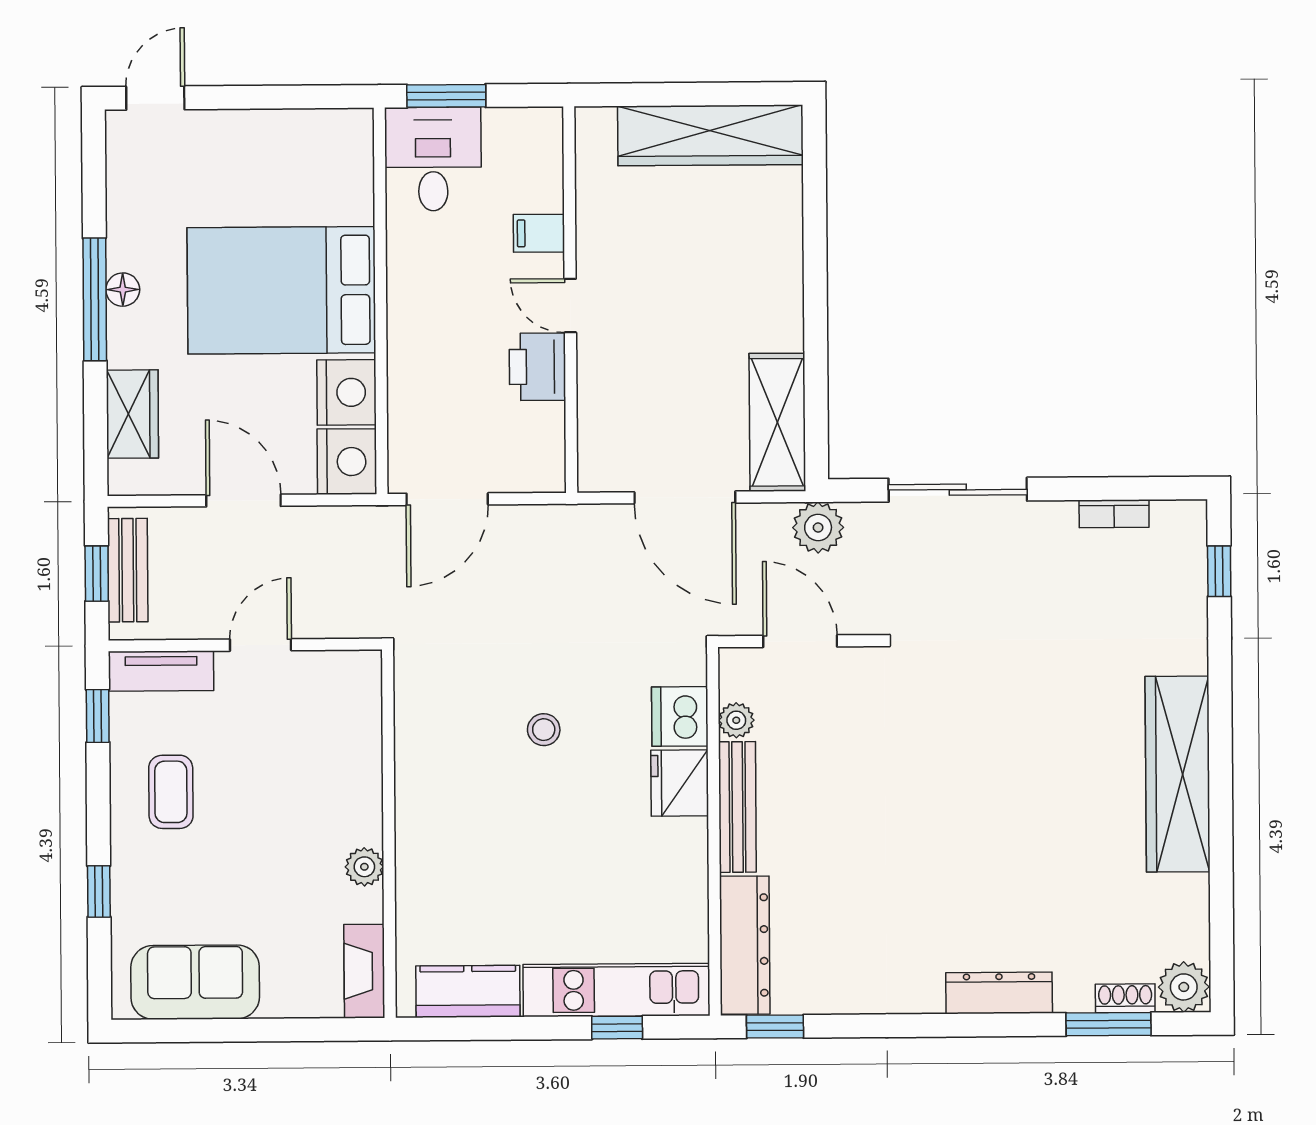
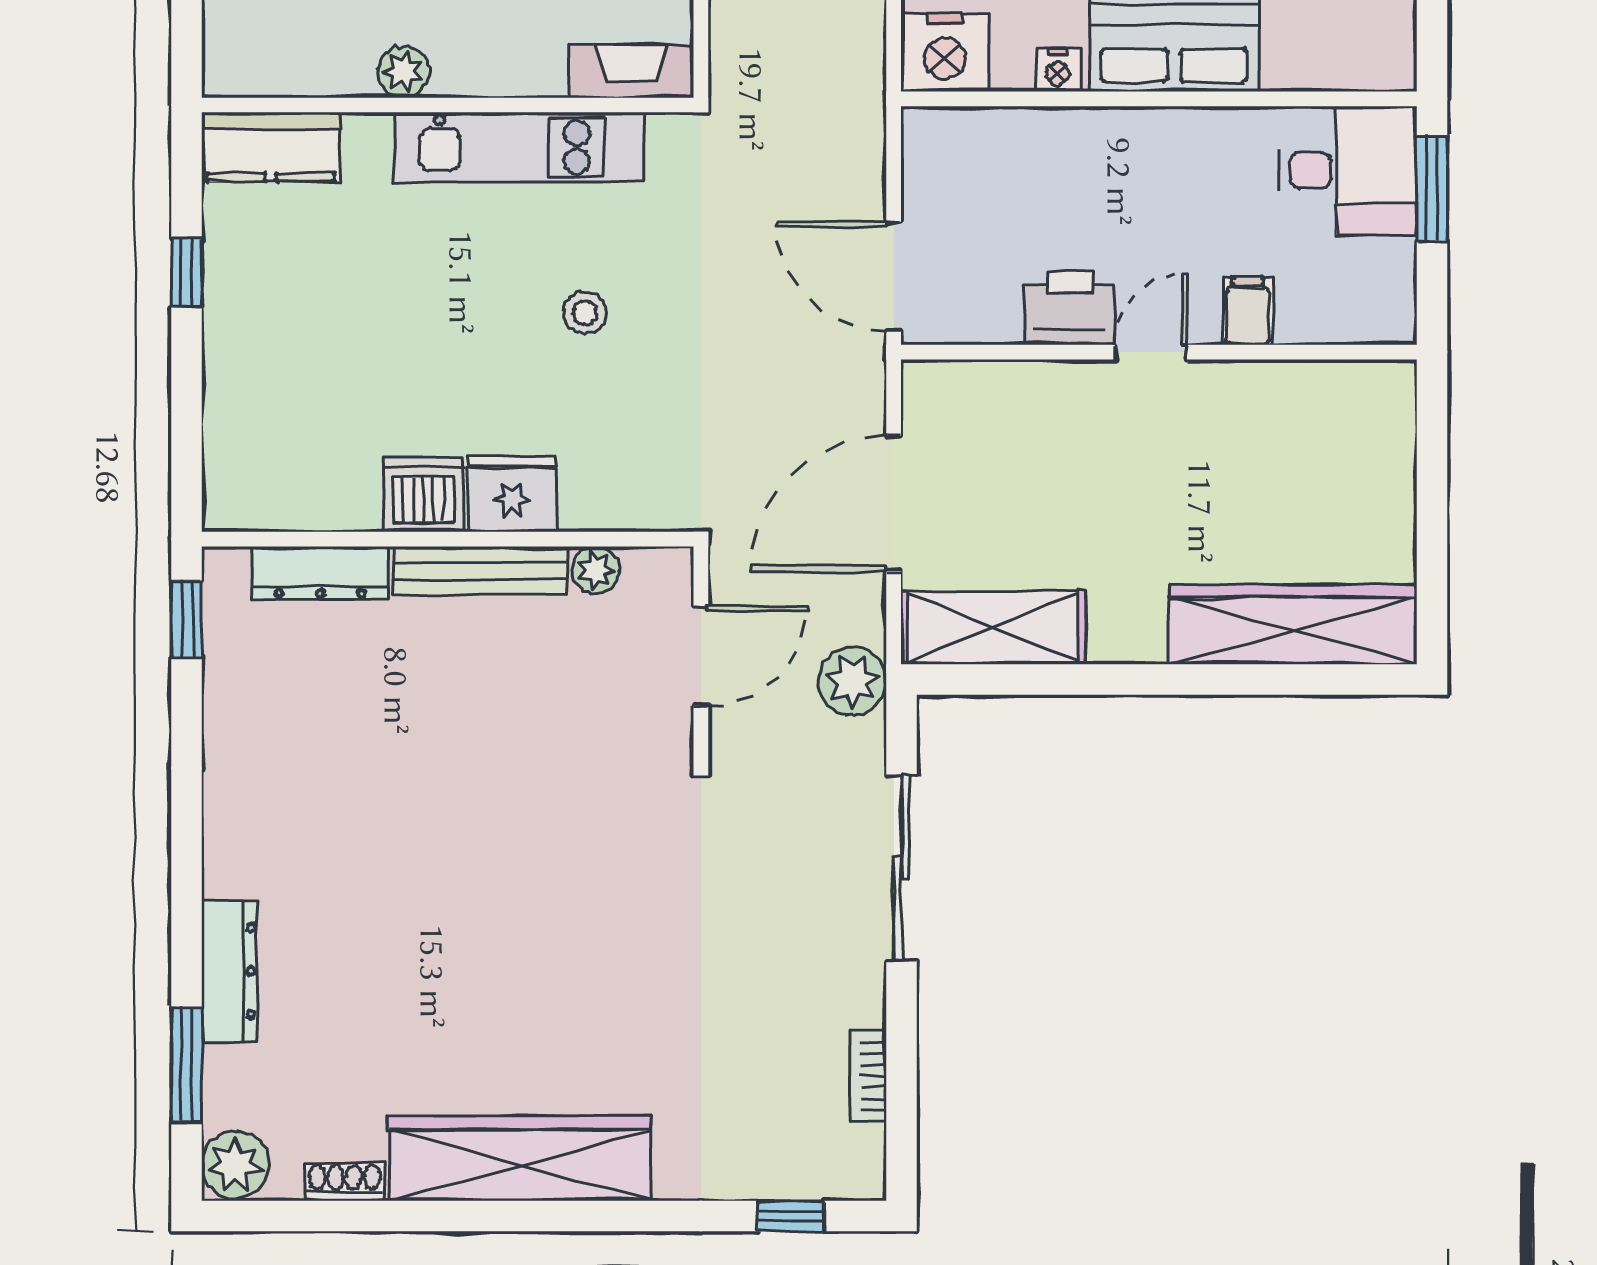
wardrobe: (710, 135) -> (1293, 624), moved, turned 90
nightstand: (346, 392) -> (1058, 70), width x0.53, depth x0.56
door: (447, 499) -> (894, 276), moved
dishwasher: (680, 716) -> (424, 495), moved
dresser: (745, 945) -> (320, 573), width x0.73, depth x0.80
fireplace: (364, 971) -> (631, 71), moved
kitchen unit: (616, 990) -> (519, 147), moved, turned 90
kitchen counter: (468, 991) -> (271, 147), moved, turned 90
dresser: (999, 993) -> (229, 971), moved
shoe rack: (1125, 998) -> (345, 1182), moved, turned -90
window: (617, 1028) -> (187, 273), moved

